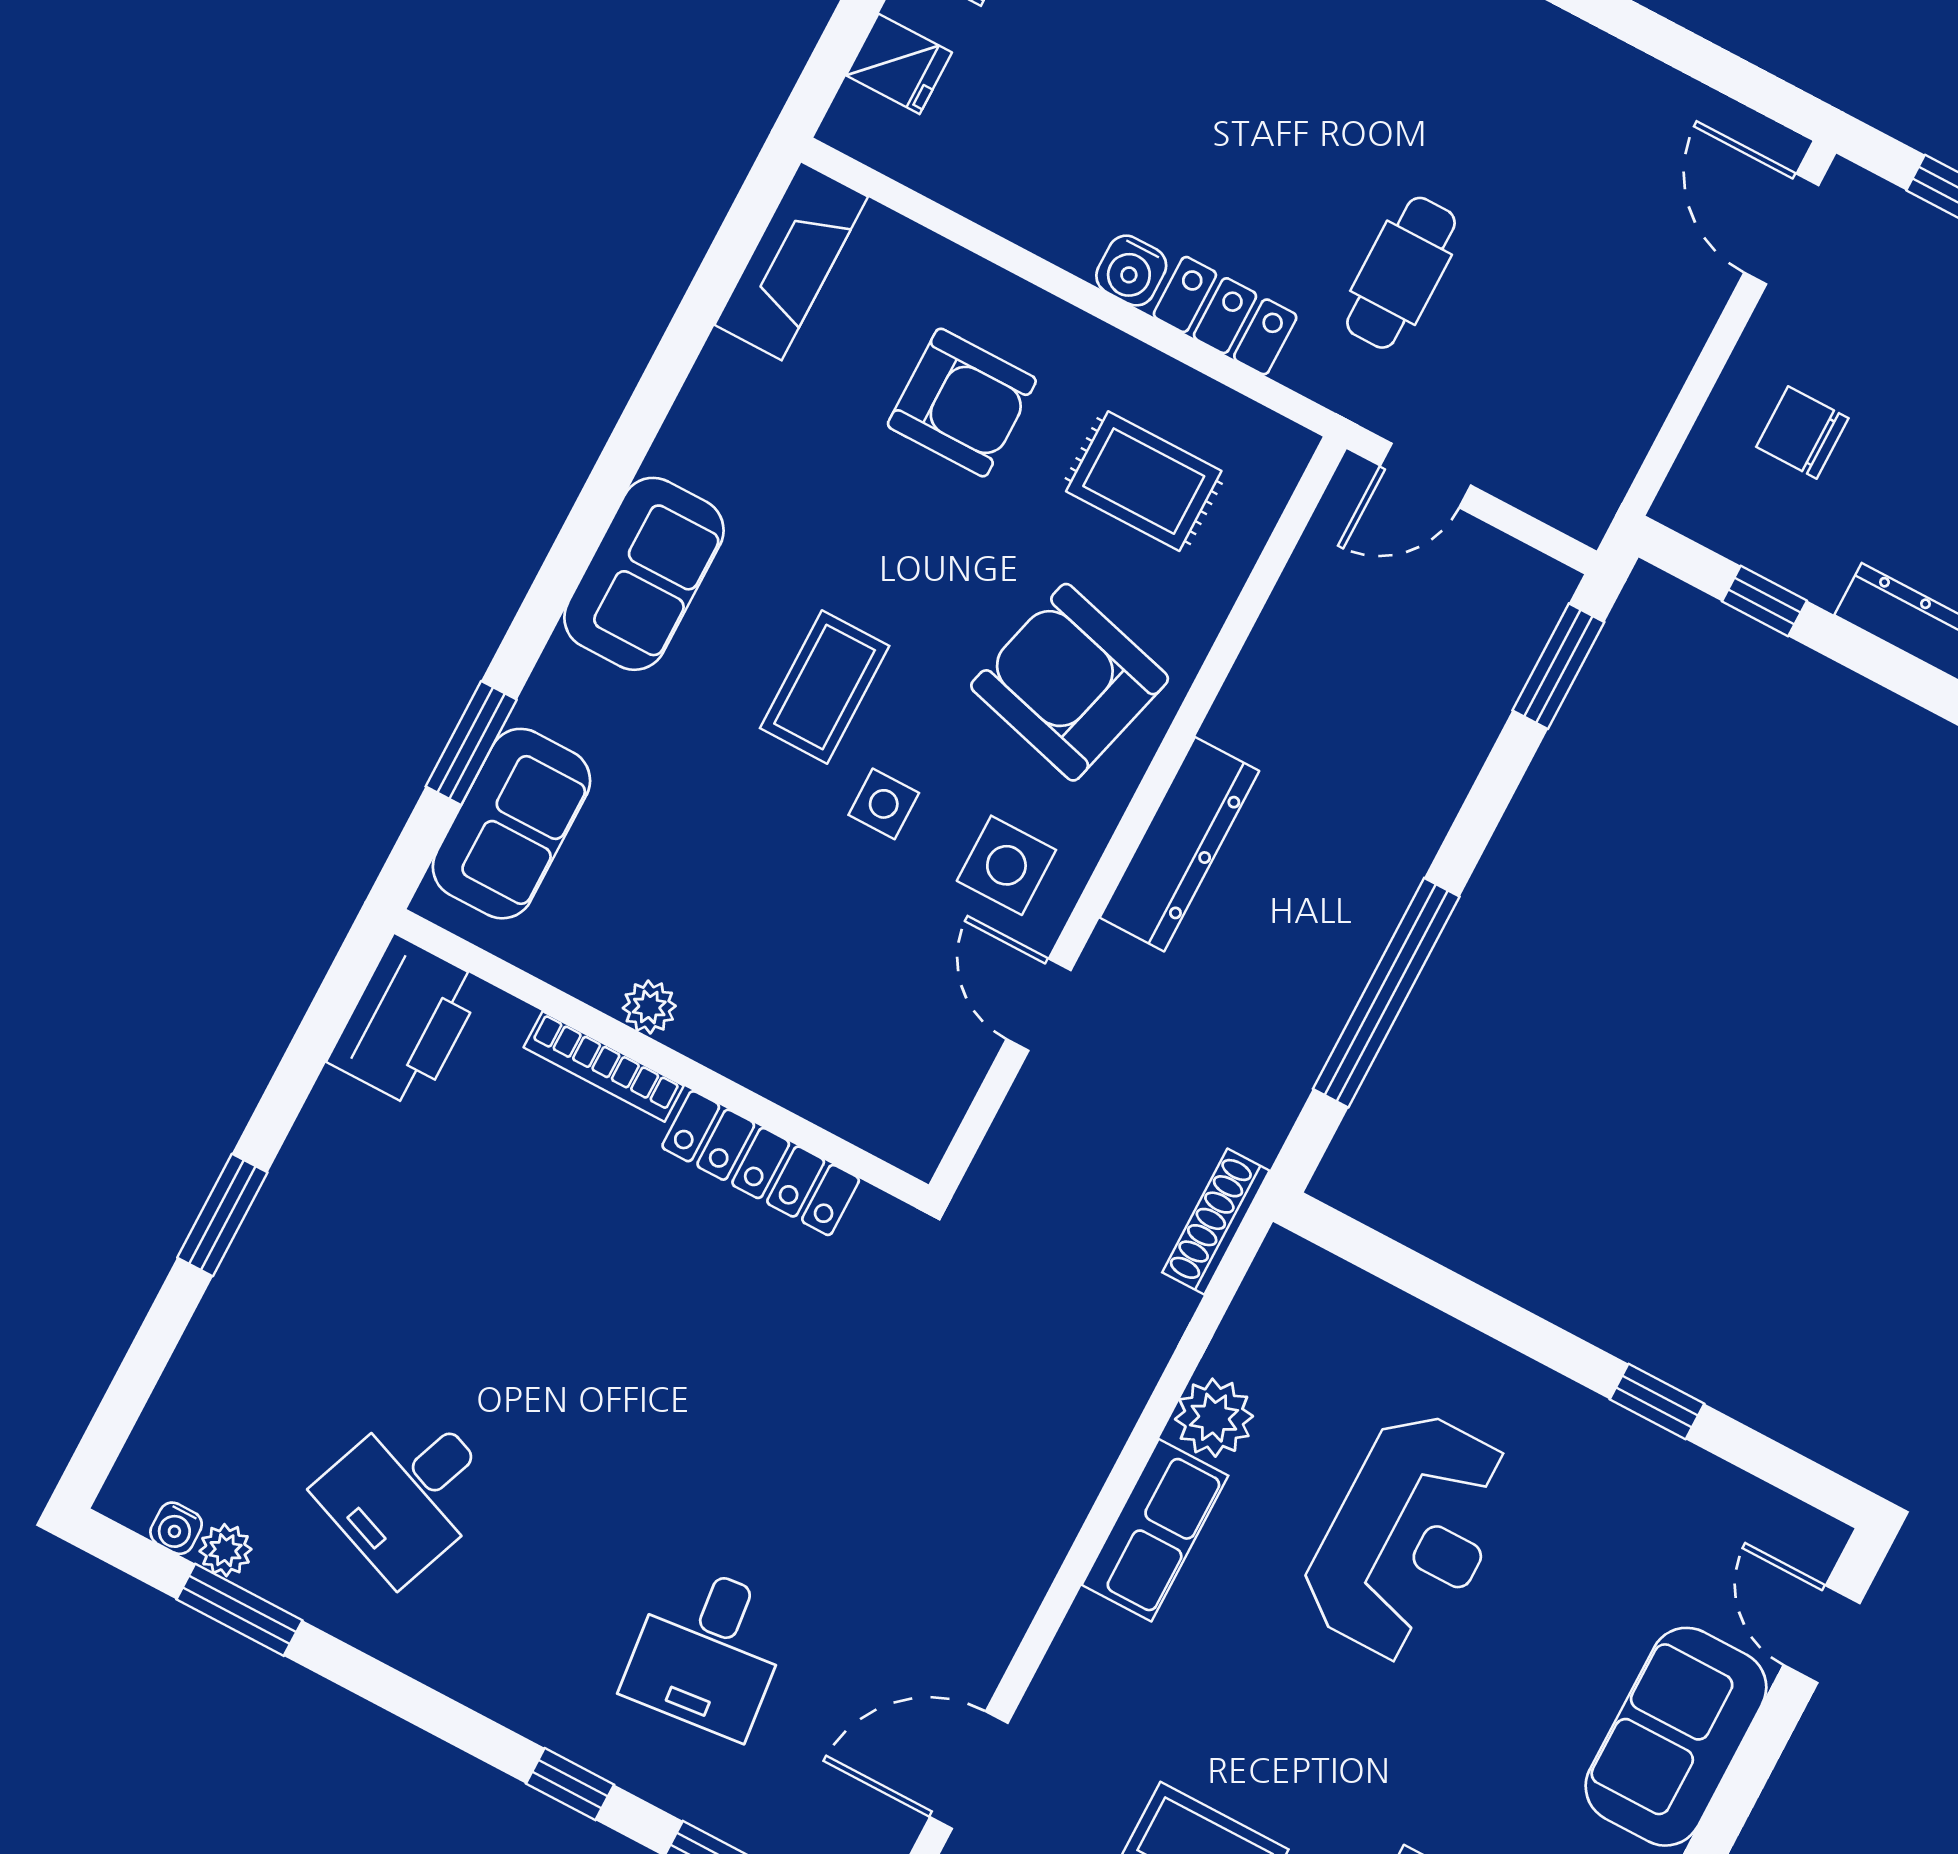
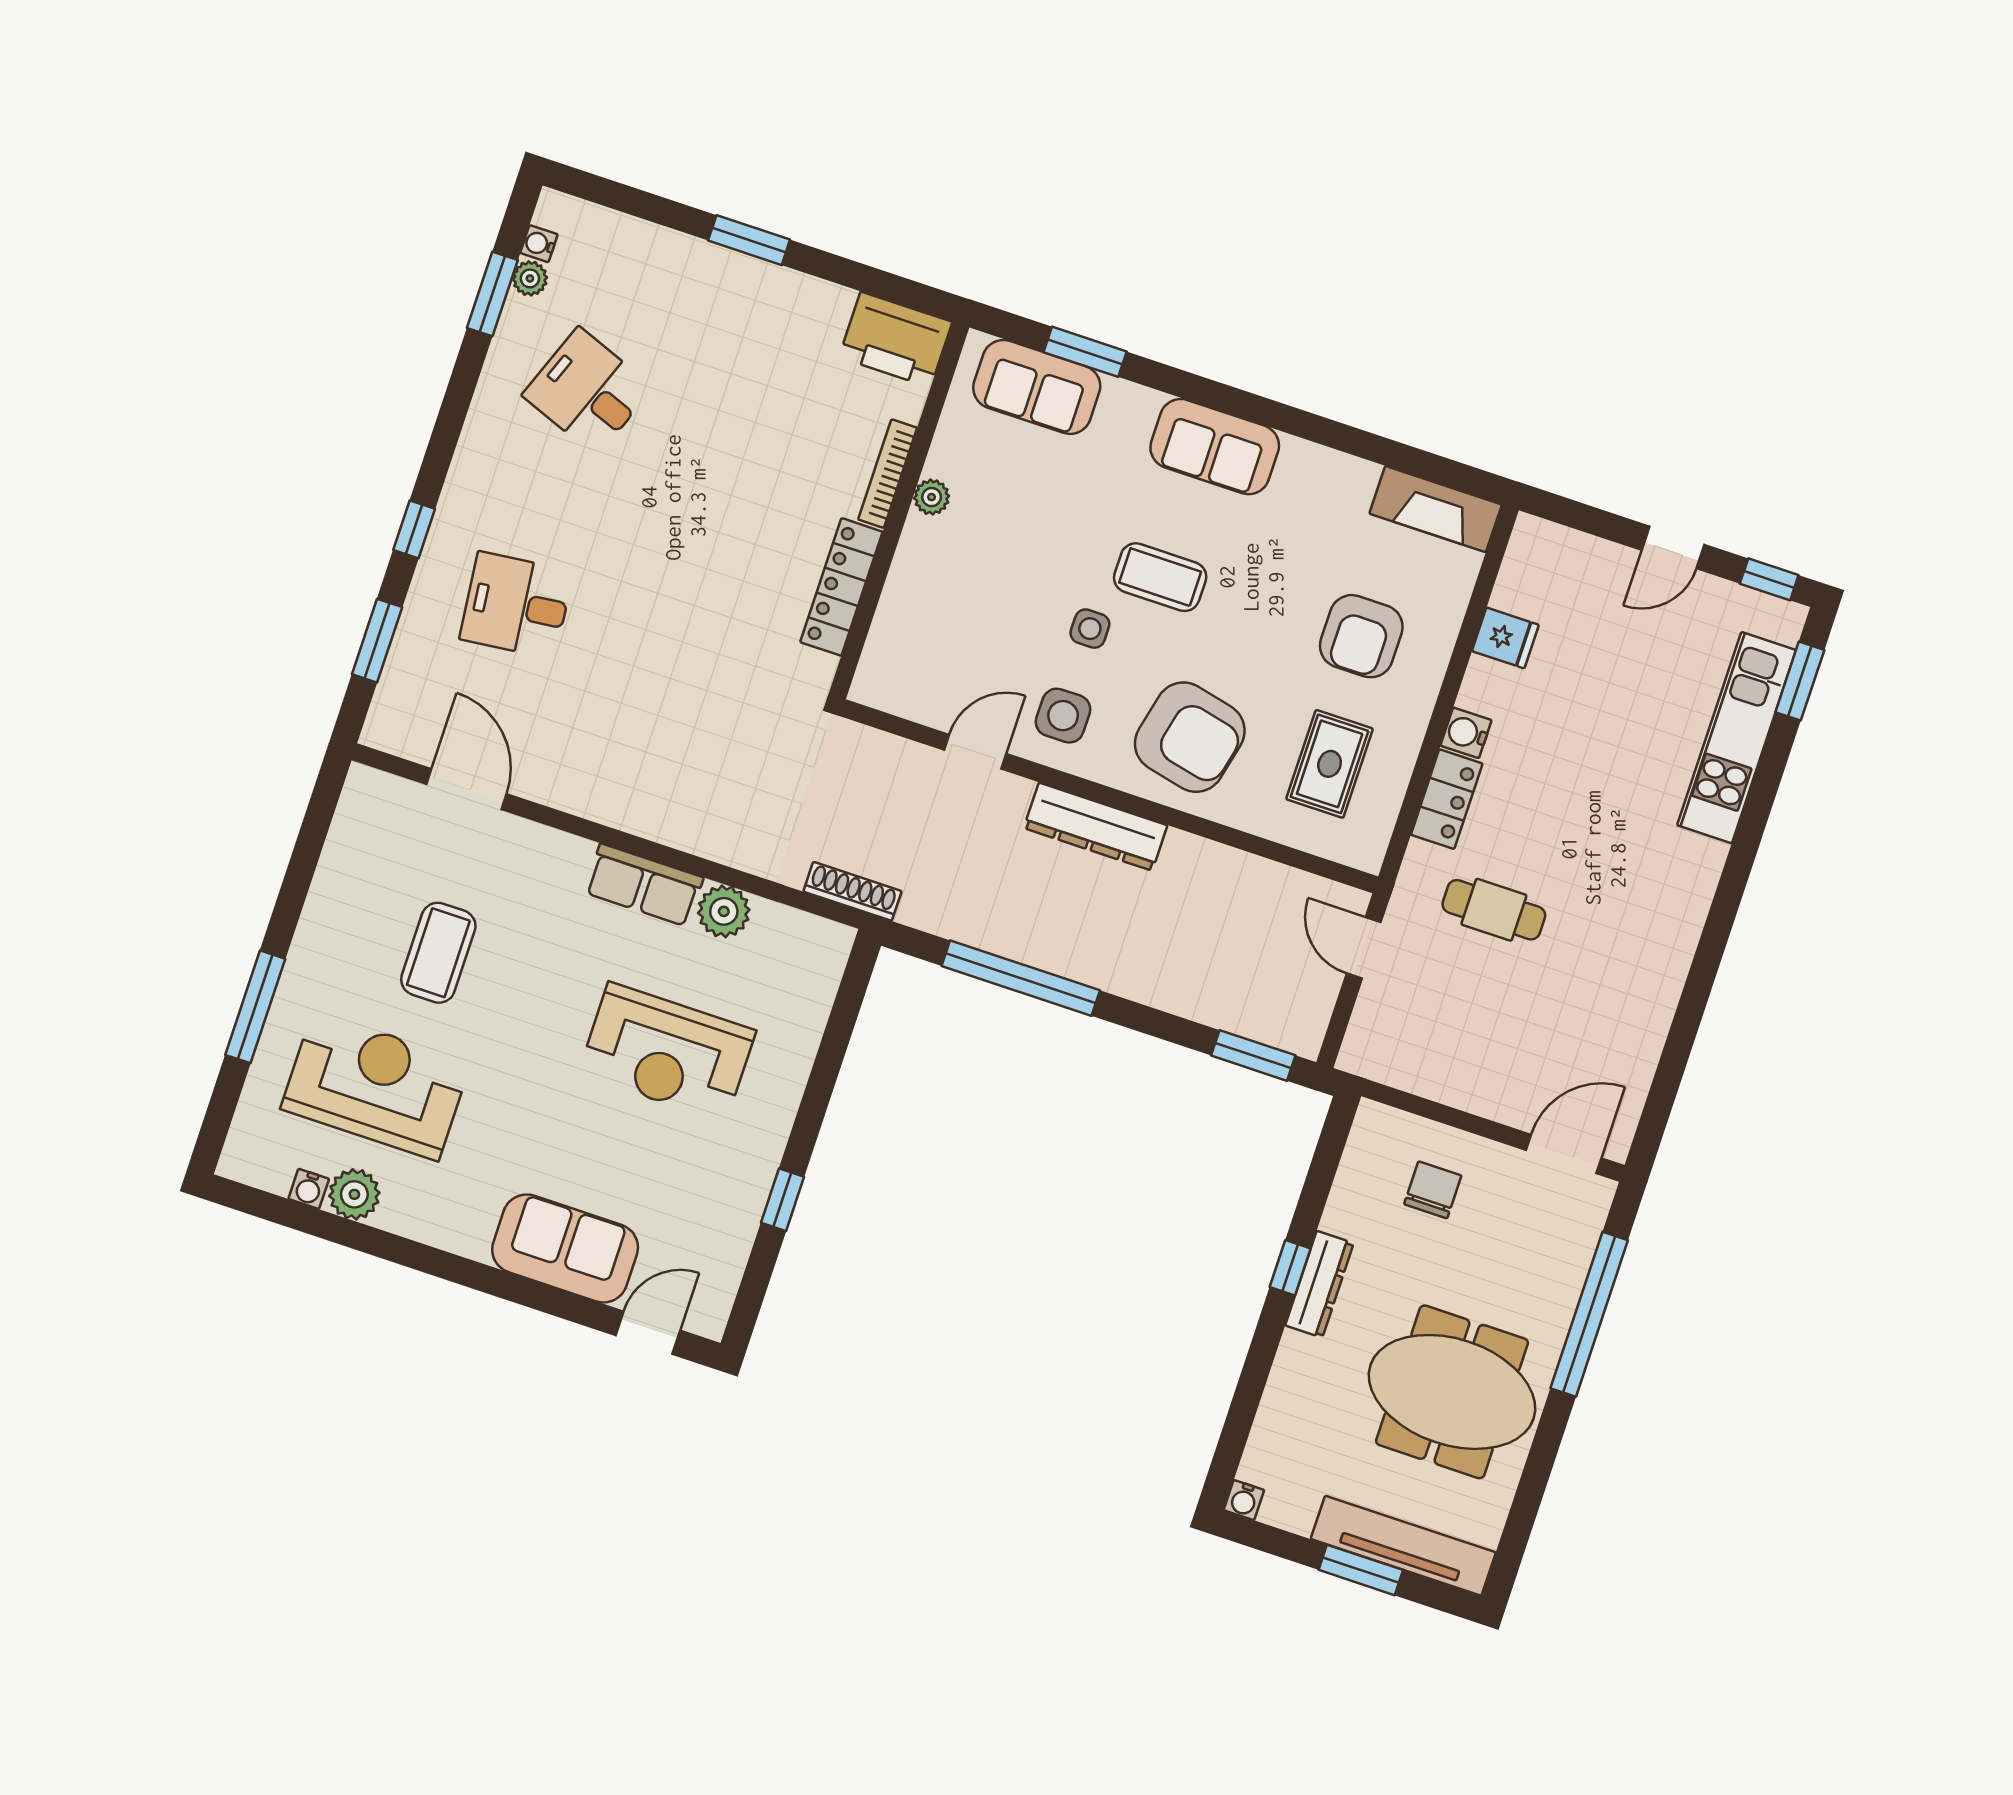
fridge: (899, 64) -> (1505, 638), moved, turned -90
window: (1764, 601) -> (1290, 1268), moved
armchair: (1070, 682) -> (1190, 737), turned 88

